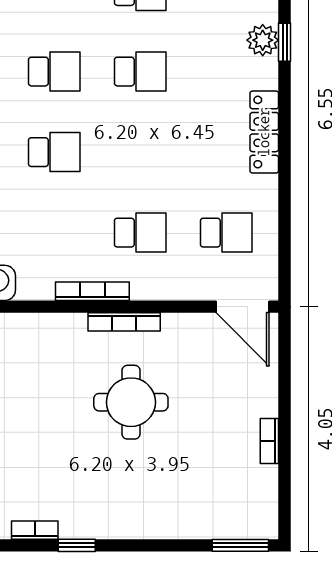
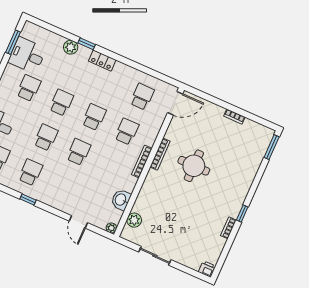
window: (285, 42) -> (87, 44), moved
locker: (264, 132) -> (102, 60), width x0.66
school desk: (140, 152) -> (94, 117), added

